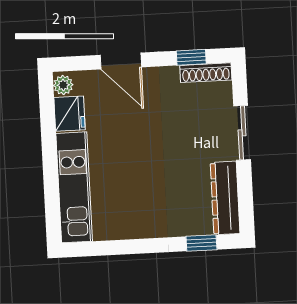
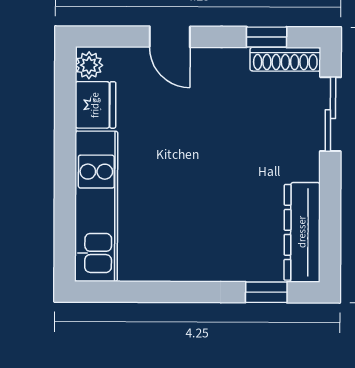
door: (121, 61) -> (170, 37), width x0.73
sliding door: (242, 133) -> (330, 114), moved

